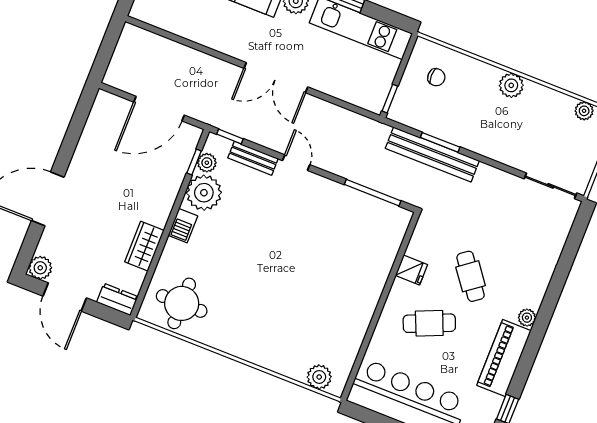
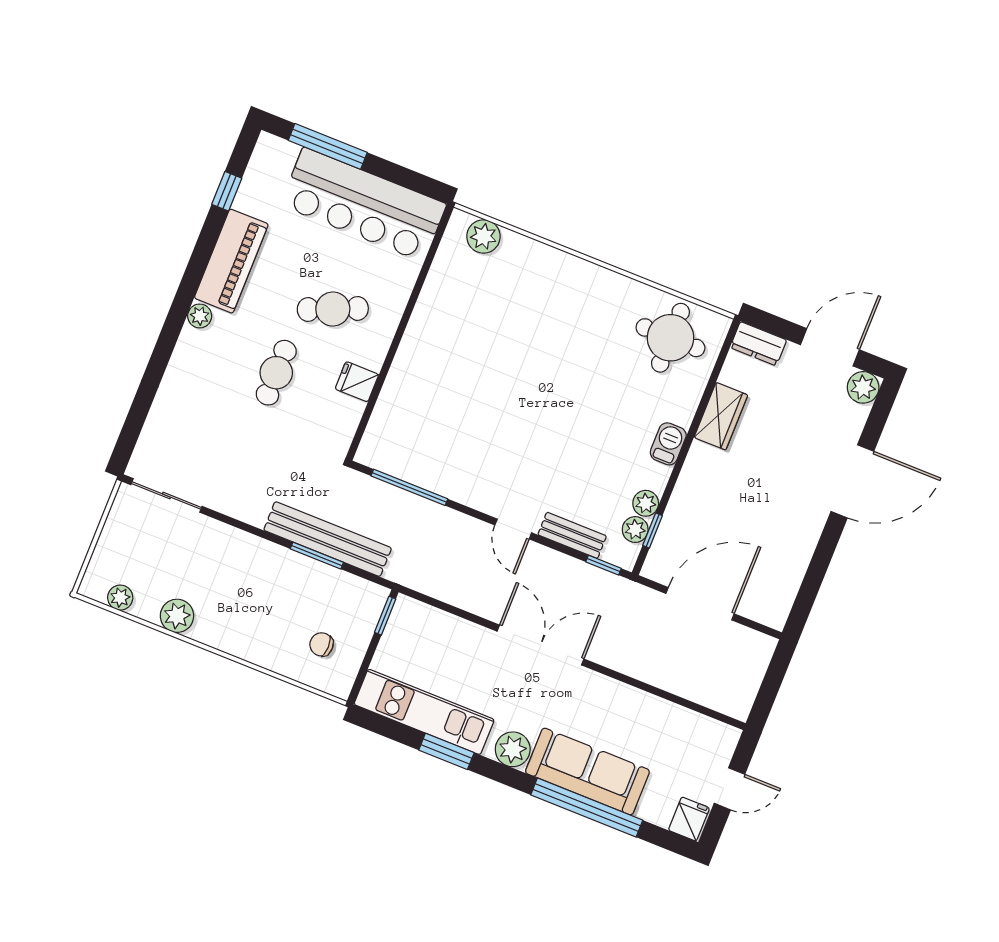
plant: (511, 85) -> (177, 616), moved
plant: (204, 193) -> (646, 503), width x0.53, depth x0.53
cafe table: (471, 276) -> (276, 373), turned 37
door: (65, 297) -> (830, 347), hinge flipped

